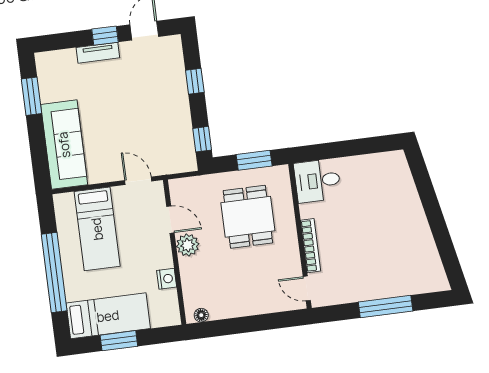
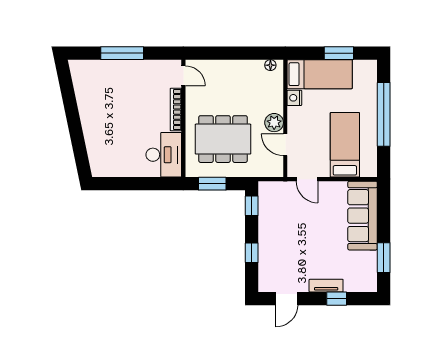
window: (105, 36) -> (337, 299), moved
desk: (317, 181) -> (164, 155), width x1.37
dining table: (248, 217) -> (223, 139), width x1.37
bed: (108, 316) -> (320, 74), moved, turned 180

